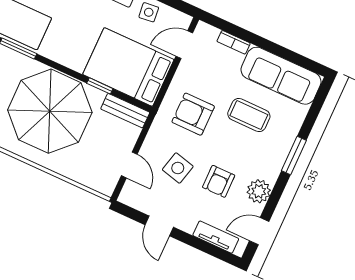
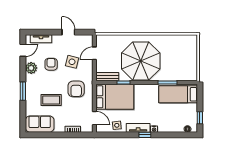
door: (184, 45) -> (94, 118), hinge flipped
sofa: (281, 76) -> (40, 124), width x0.73
armchair: (193, 114) -> (76, 89), turned 90
door: (129, 165) -> (94, 53), hinge flipped

